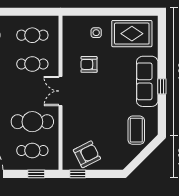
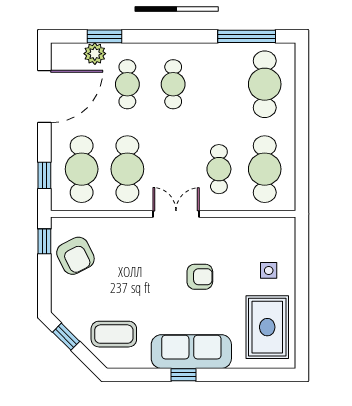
cafe table: (32, 35) -> (265, 169), width x1.37, depth x1.35
armchair: (89, 64) -> (200, 277), moved, turned 90
cafe table: (32, 150) -> (82, 169), width x1.37, depth x1.35
window: (138, 160) -> (66, 337), added

